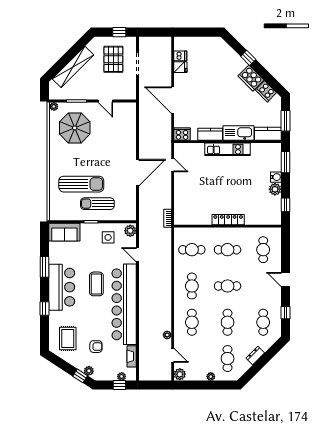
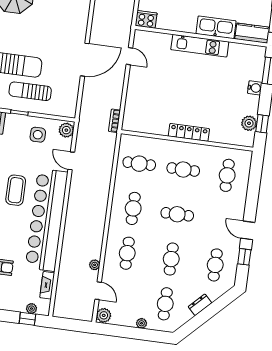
kitchen counter: (210, 134) -> (181, 24), removed
plant: (275, 189) -> (249, 123), moved
door: (285, 279) -> (248, 230), moved

